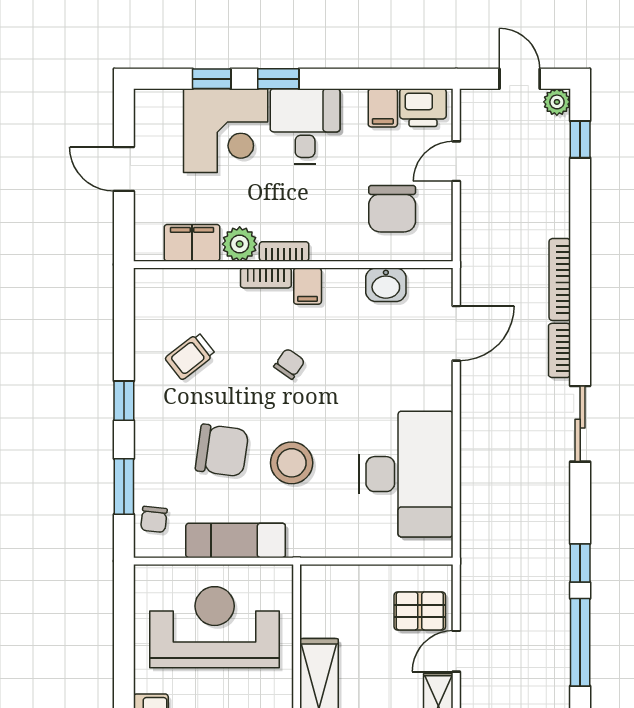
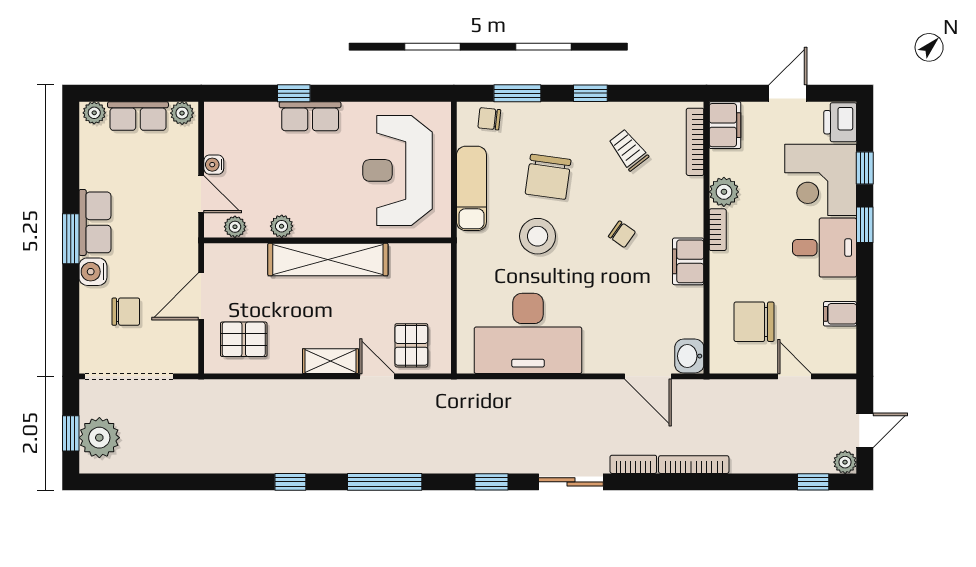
printer: (423, 108) -> (840, 122), moved
filing cabinet: (192, 243) -> (725, 125), moved
bookcase: (266, 278) -> (695, 142), moved, width x1.56
washbasin: (386, 285) -> (689, 356), moved
filing cabinet: (308, 286) -> (688, 261), width x2.00
window: (580, 563) -> (491, 482), moved
reception desk: (215, 627) -> (398, 170), turned 180

